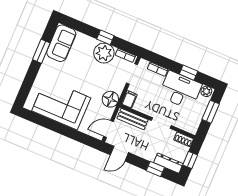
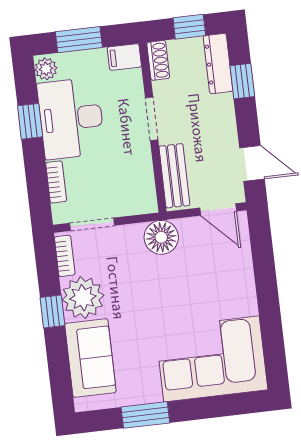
sofa: (61, 43) -> (90, 358), moved, turned 90
filing cabinet: (129, 99) -> (124, 57), moved
corner sofa: (61, 104) -> (212, 359), moved, turned 90

